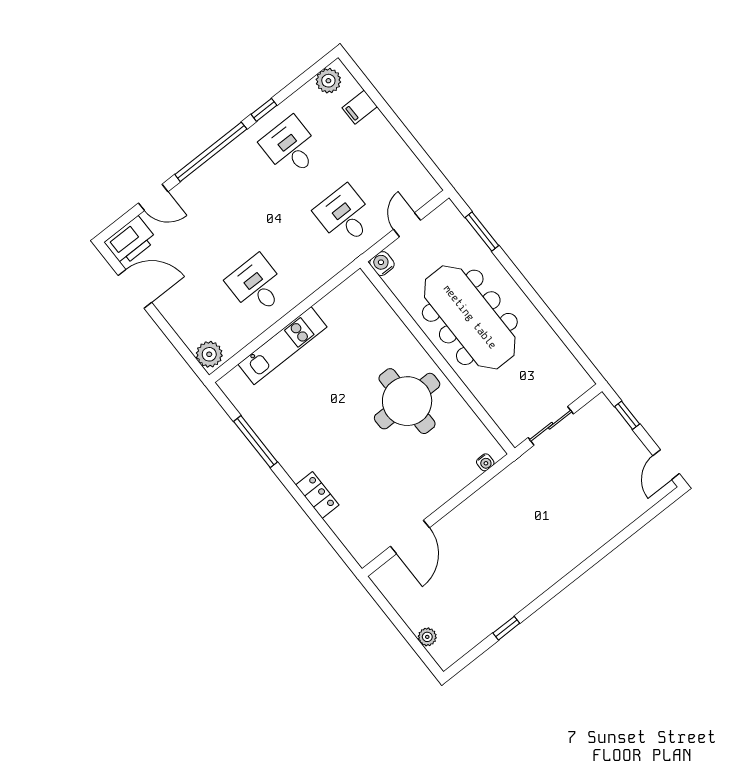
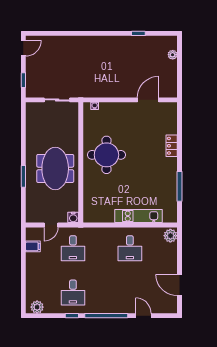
filing cabinet: (360, 107) -> (33, 246), moved
window: (482, 232) -> (23, 176), moved
printer: (131, 241) -> (166, 305), removed
meeting table: (470, 317) -> (55, 168), width x0.73

